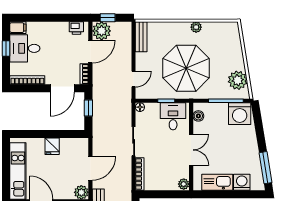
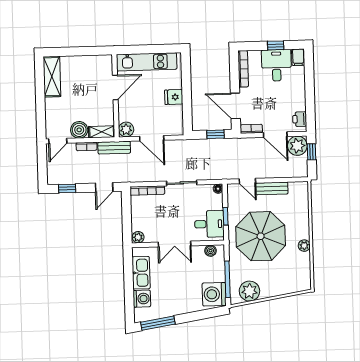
bench: (141, 37) -> (272, 188), moved

